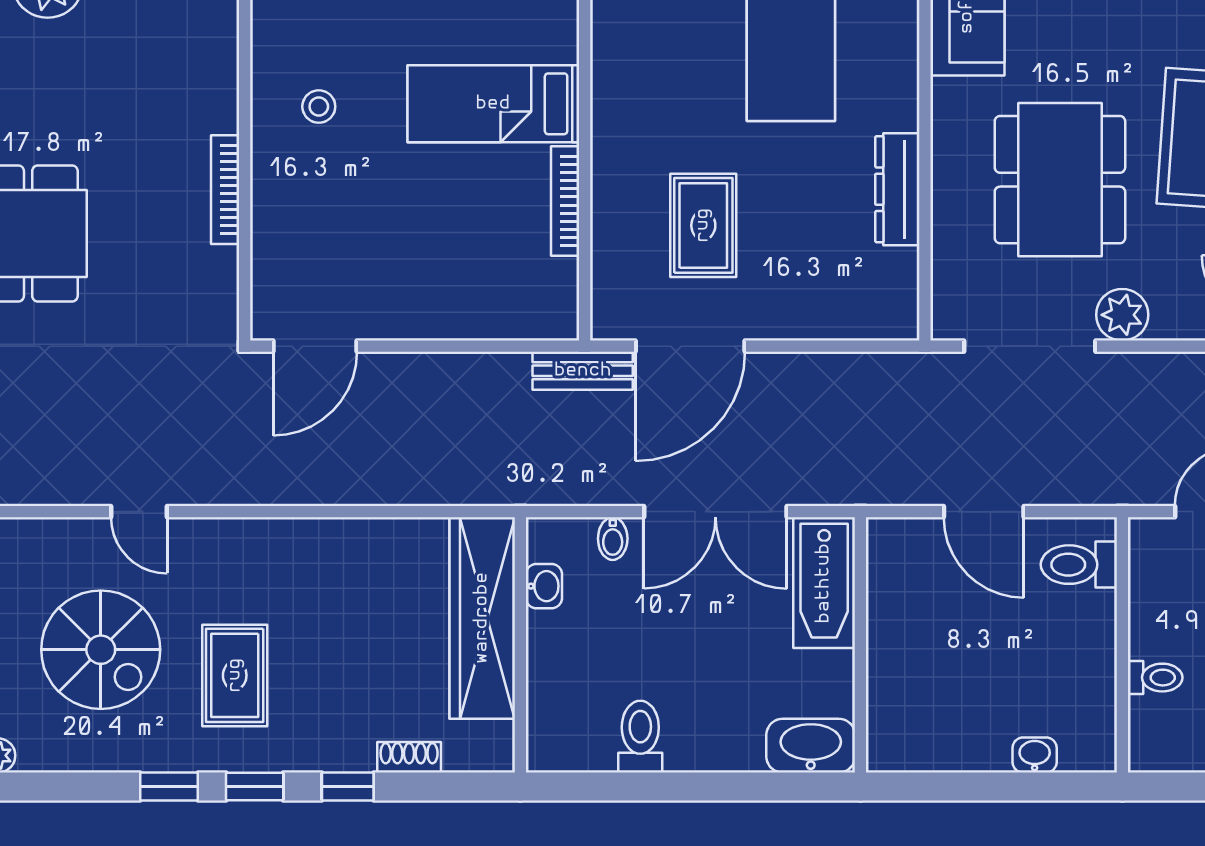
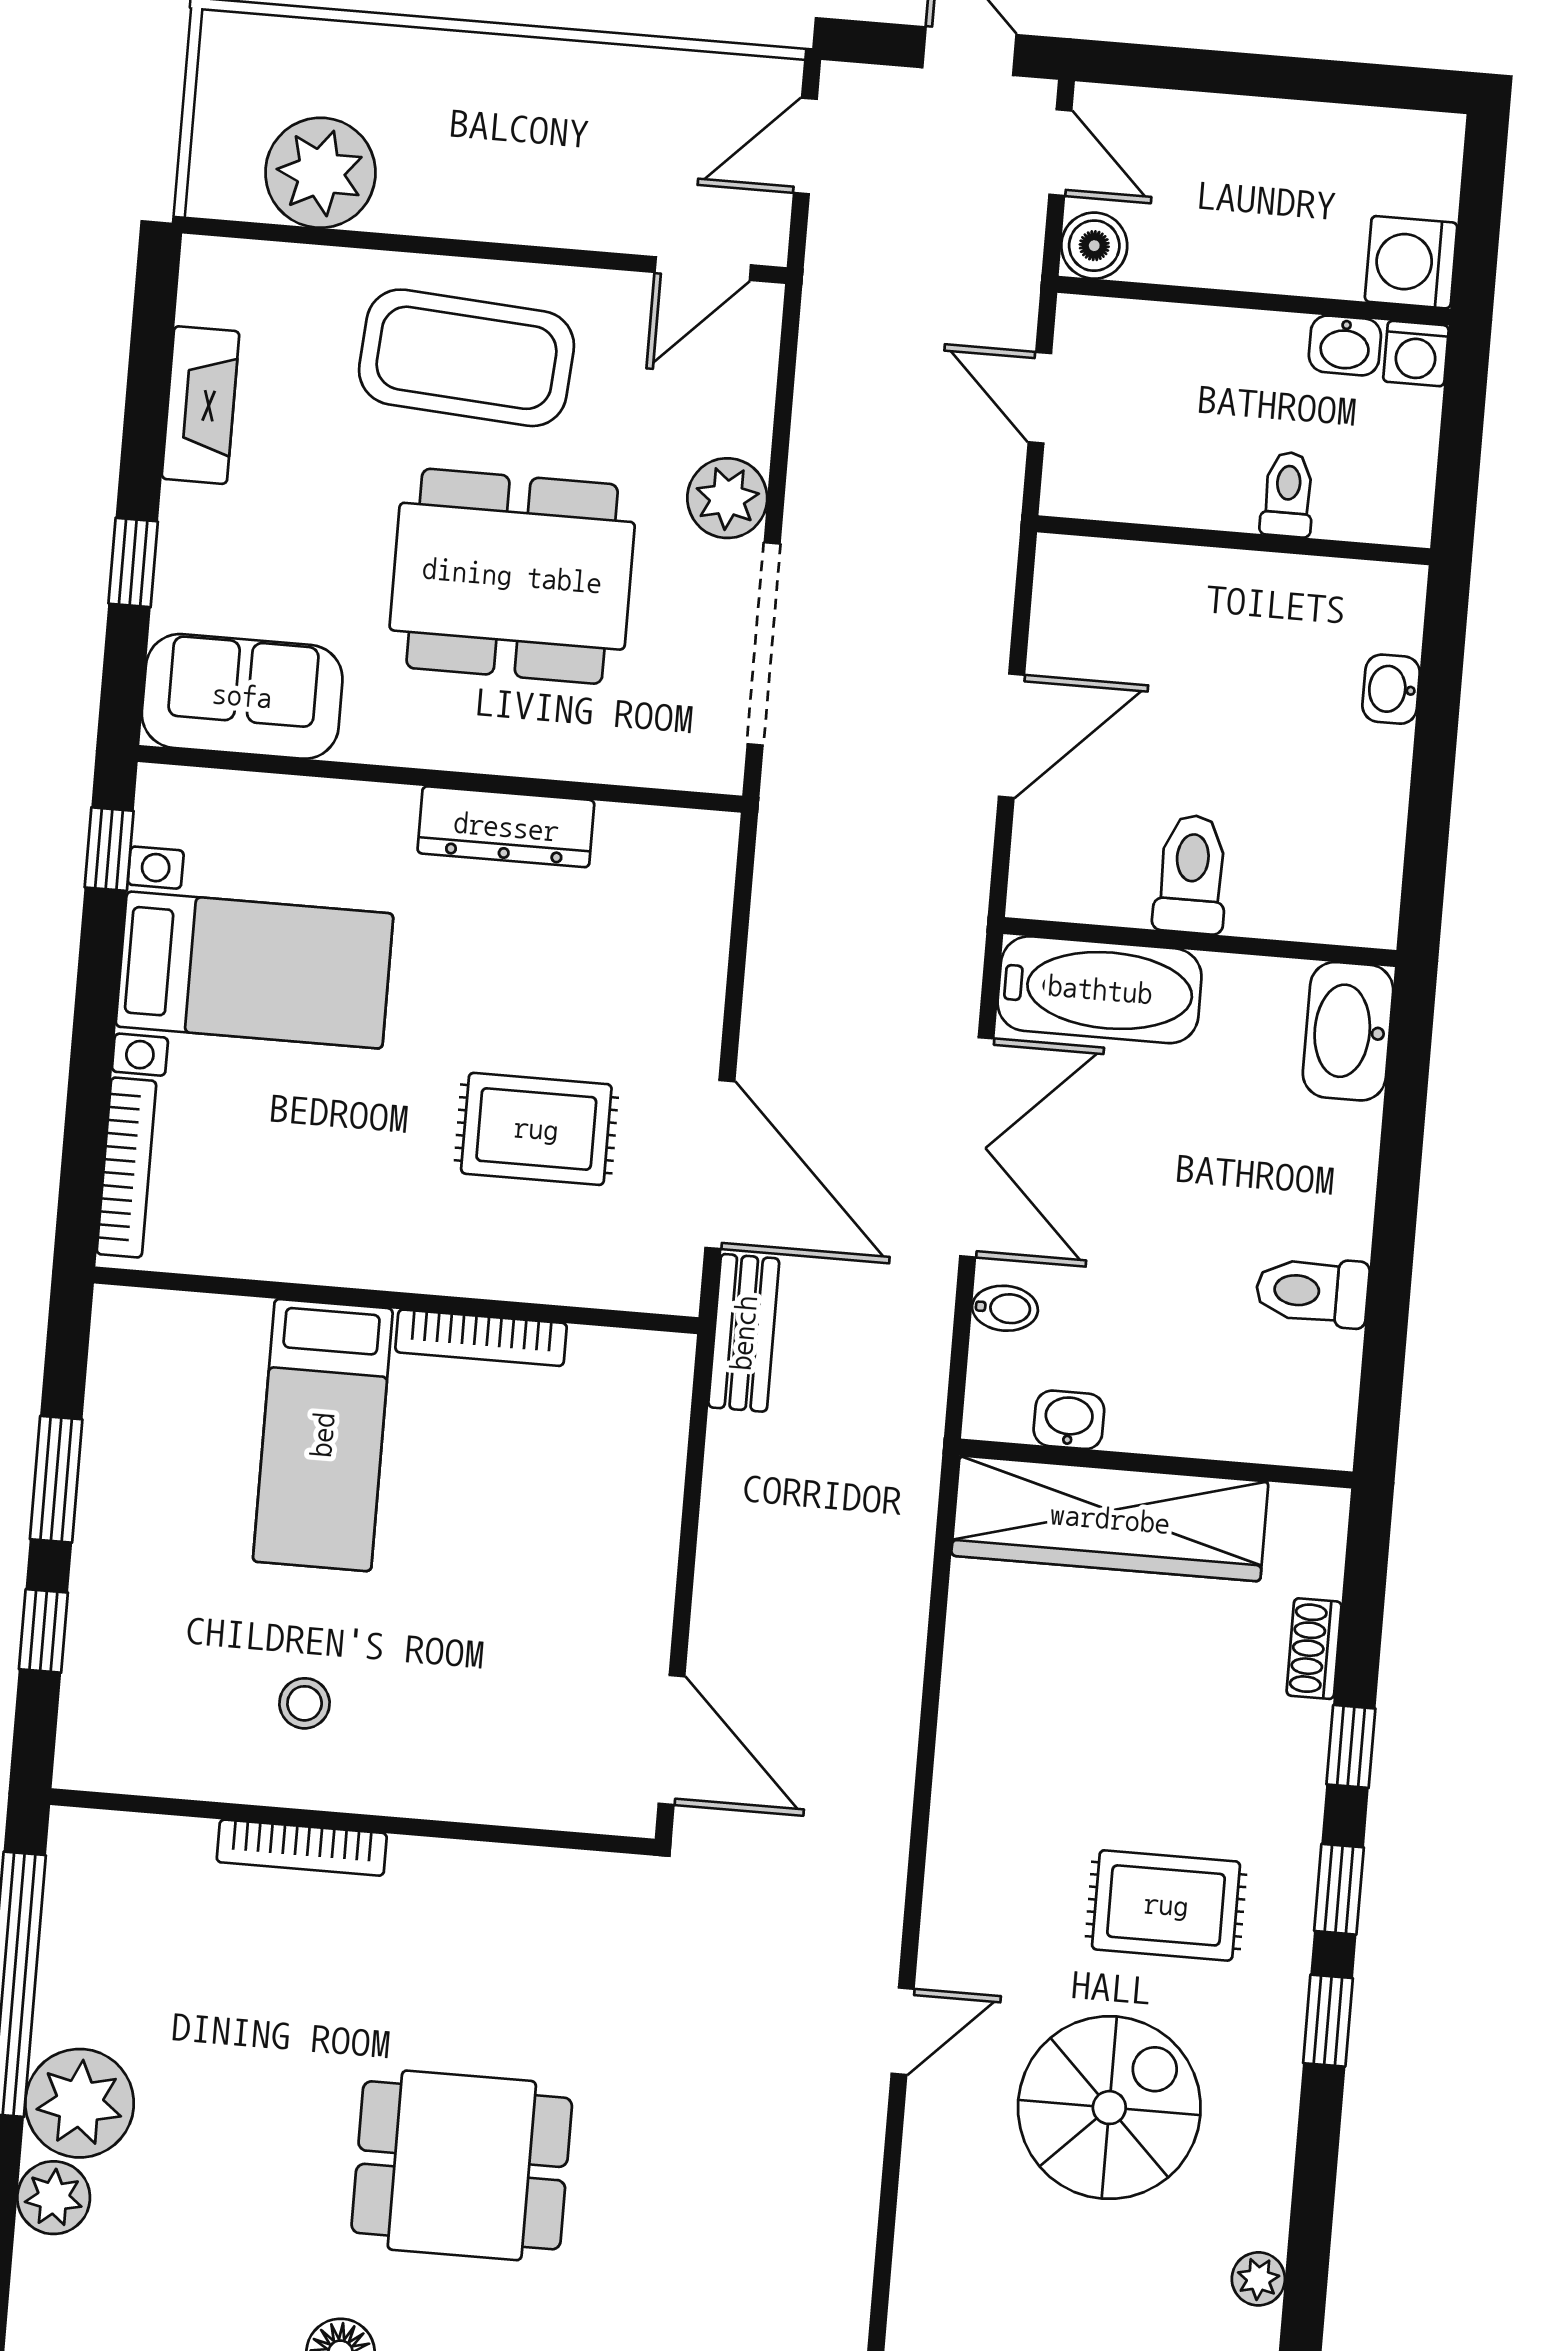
bookcase: (225, 190) -> (302, 1848), moved
toilet: (1079, 565) -> (1191, 874), moved, turned 180

